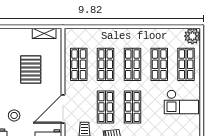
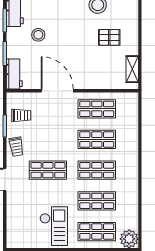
pallet: (31, 70) -> (109, 37), moved, width x0.67, depth x0.71
checkout: (181, 102) -> (54, 226), turned 180
shop shelf: (106, 107) -> (48, 139), removed
door: (63, 109) -> (57, 91), moved

